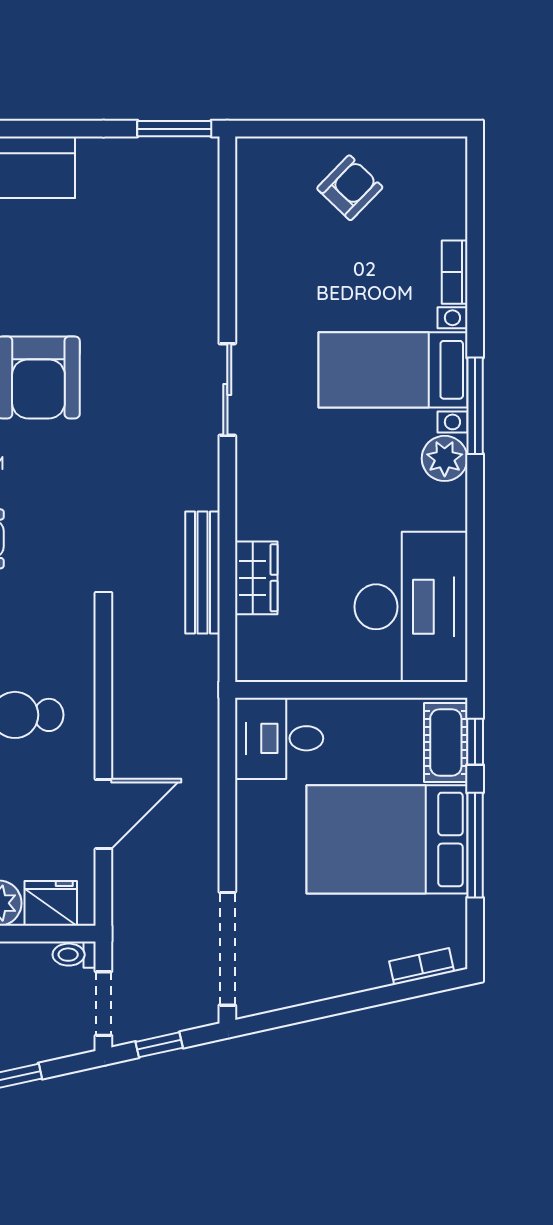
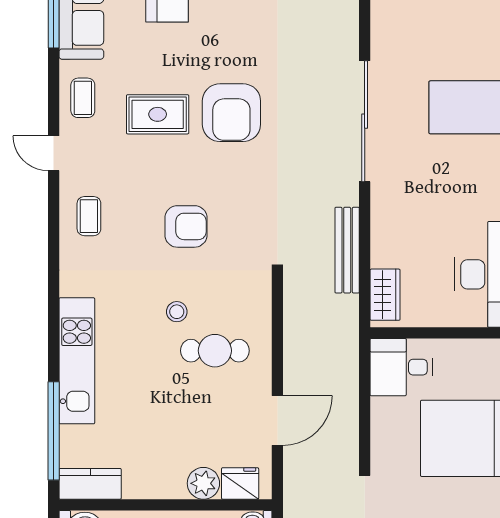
sliding door: (227, 390) -> (365, 121), width x1.86
wardrobe: (256, 578) -> (385, 295), moved

